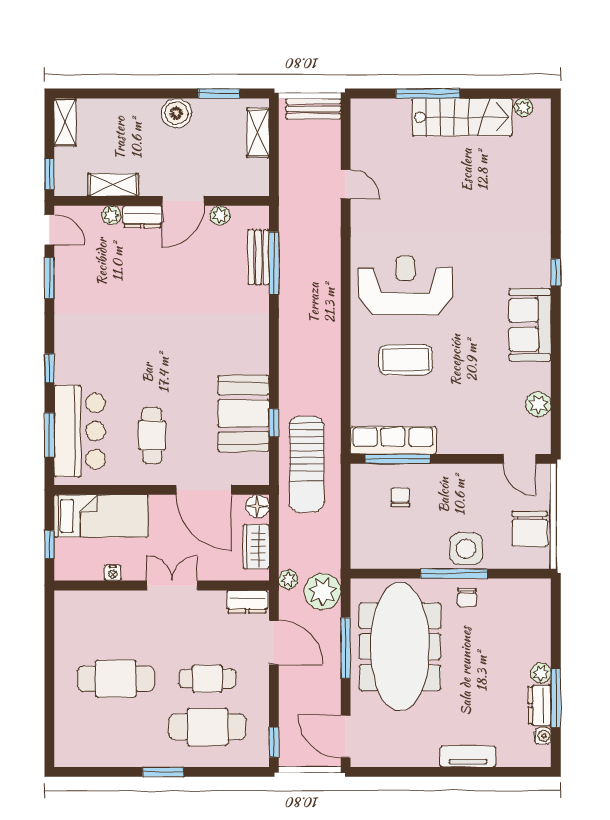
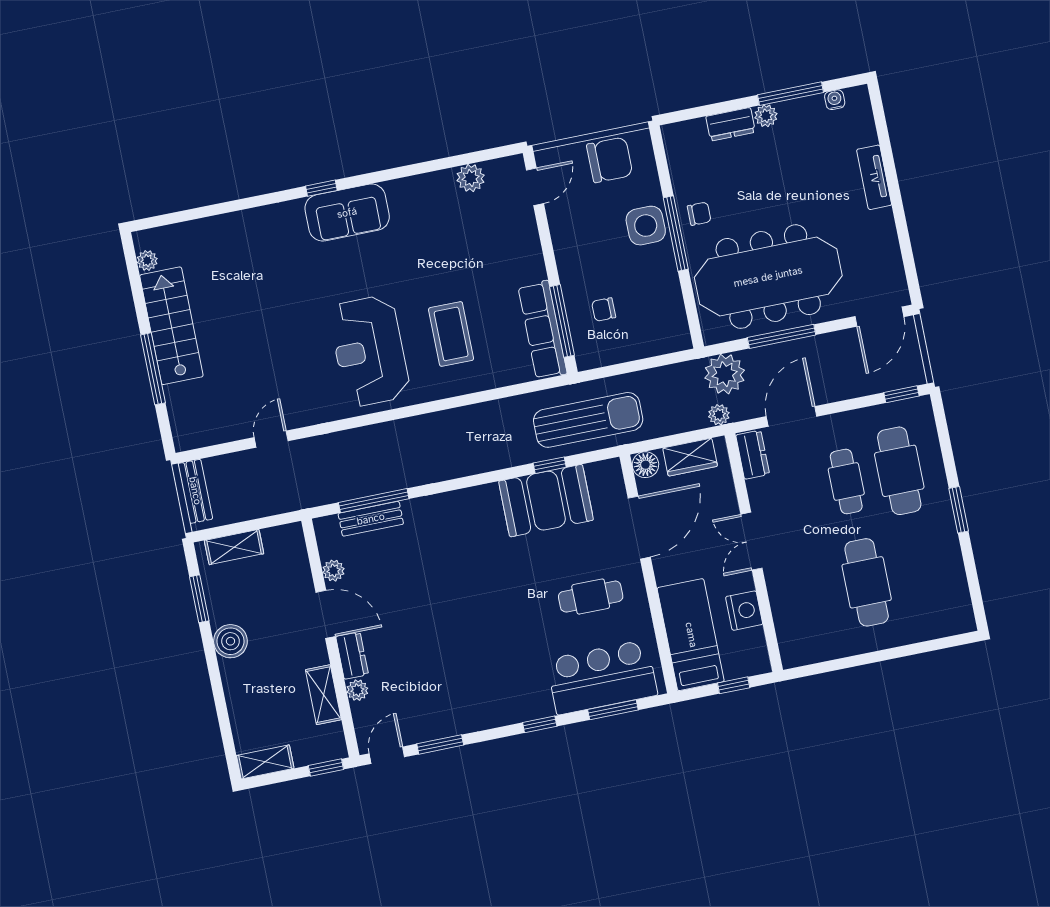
sofa: (530, 325) -> (347, 213), moved
nightstand: (113, 573) -> (744, 611), width x1.89, depth x1.79
dresser: (540, 705) -> (731, 124), moved

